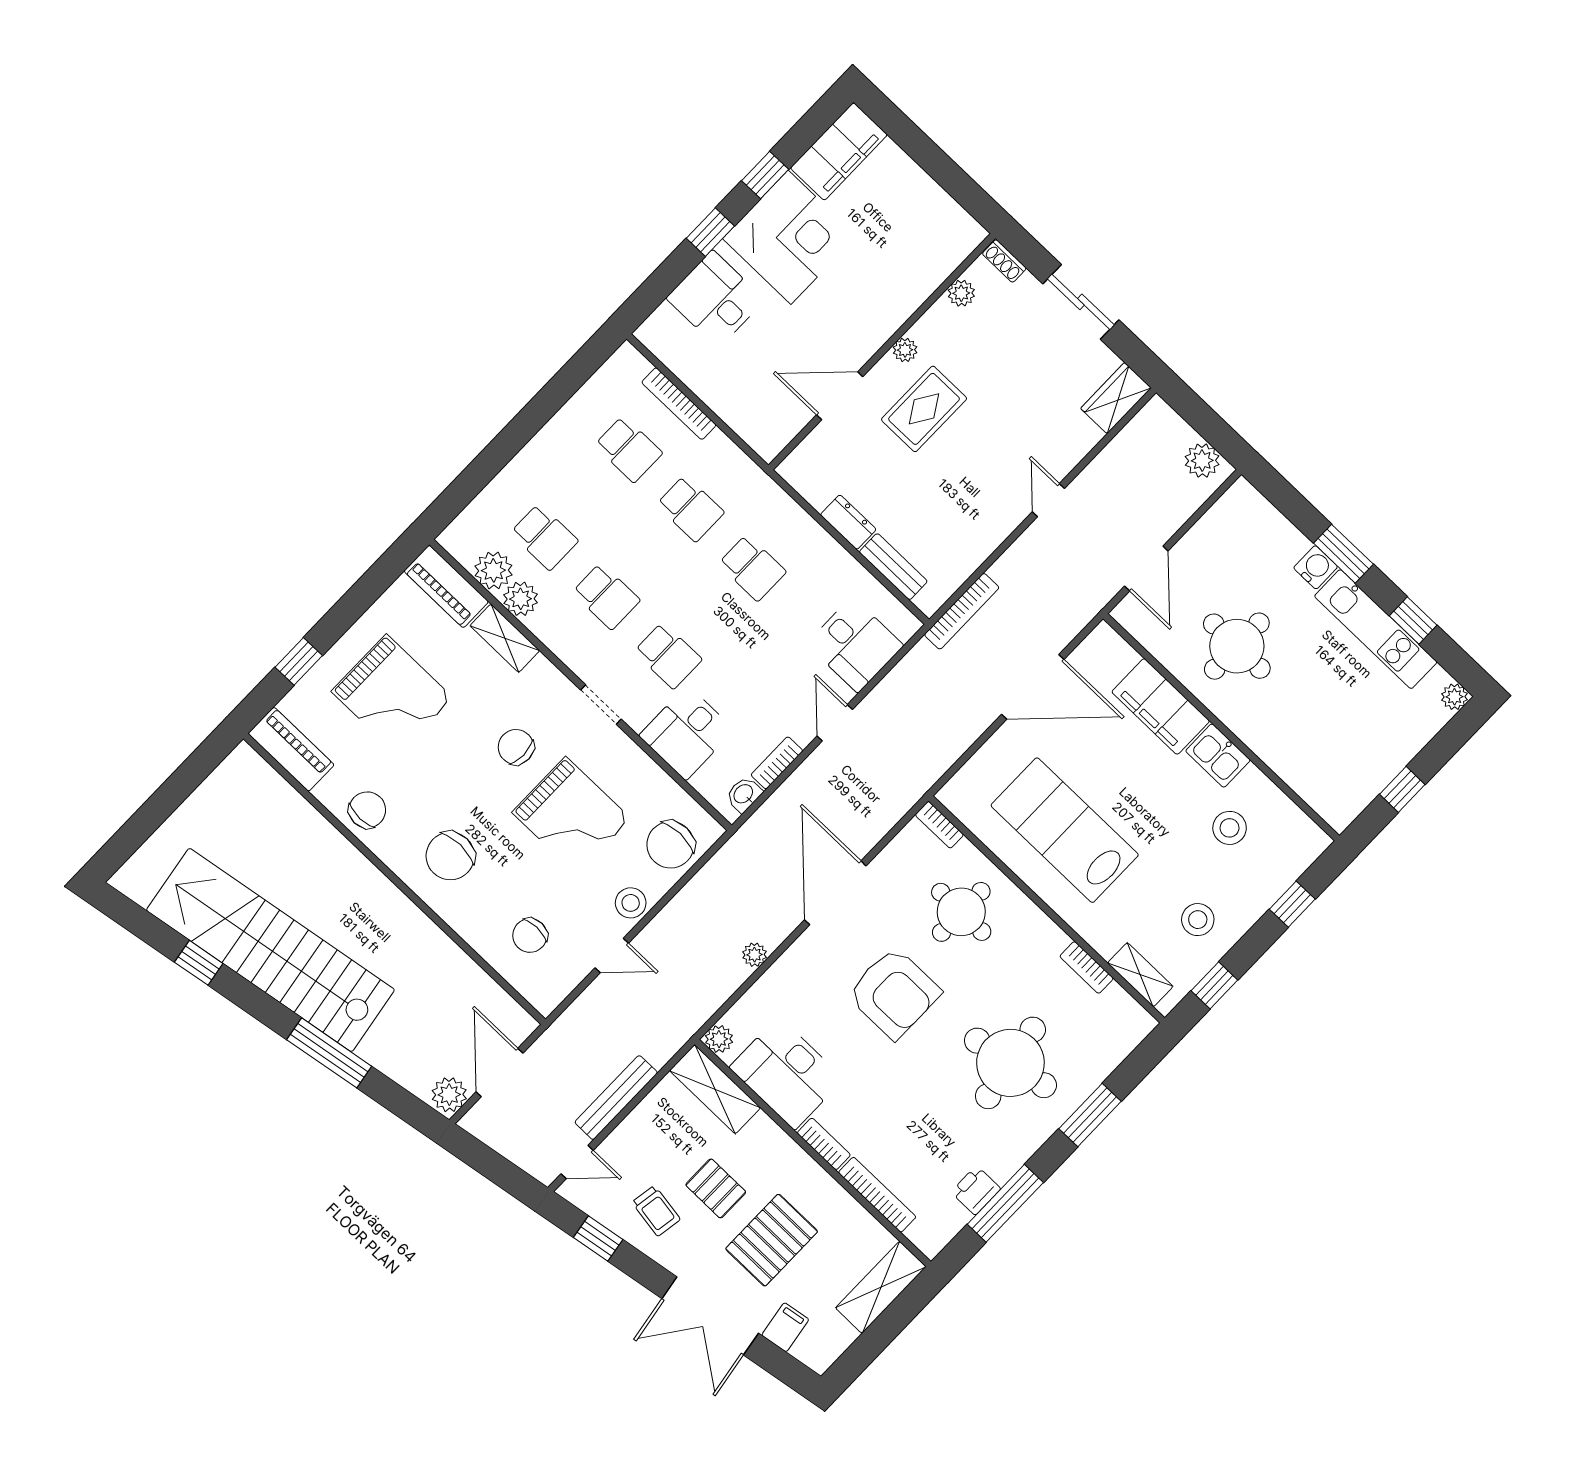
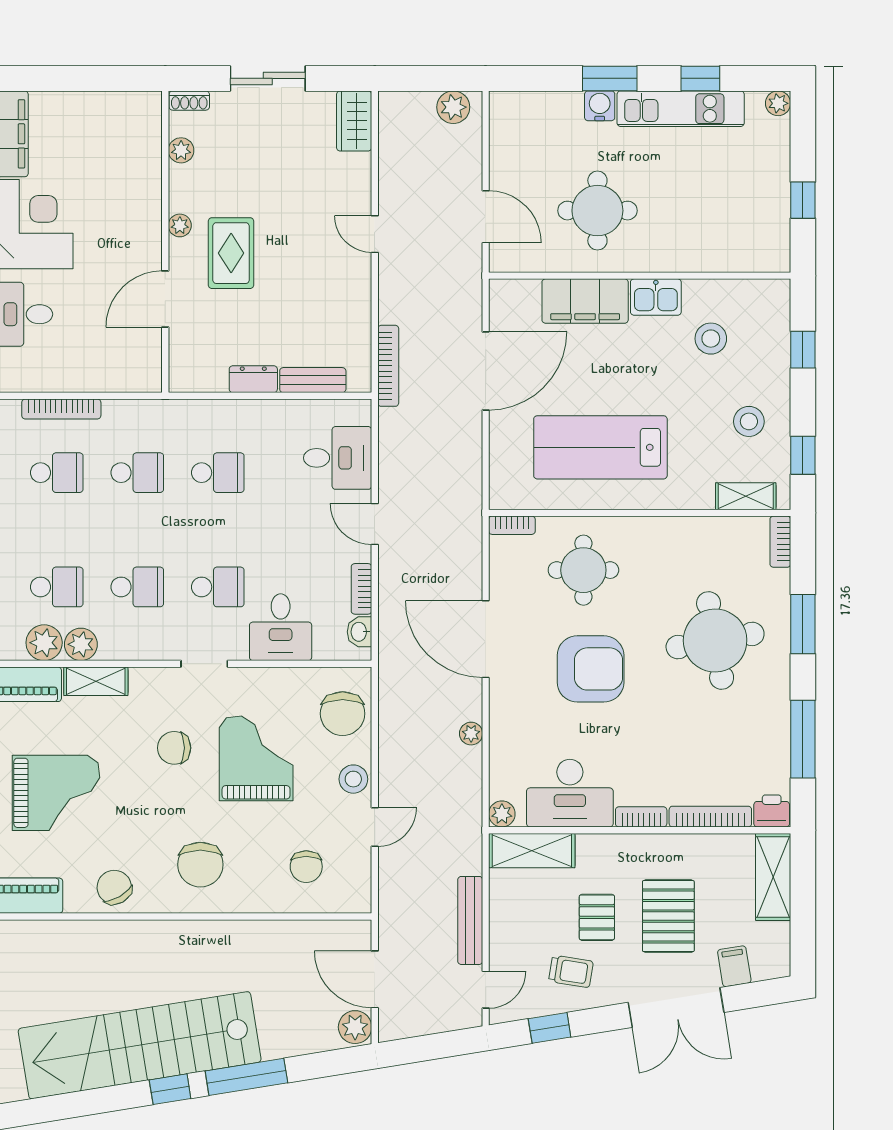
chair: (367, 810) -> (114, 887), turned -30
grand piano: (571, 815) -> (256, 758), turned -90
window: (199, 963) -> (170, 1089), moved
bookcase: (1087, 967) -> (780, 542), moved, turned 90
pallet: (716, 1188) -> (597, 917), turned 90
printer: (976, 1190) -> (772, 811), moved, turned 90

